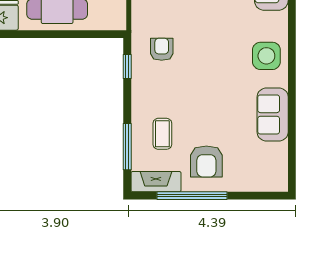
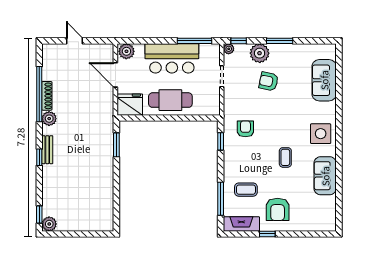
coffee table: (217, 89) -> (285, 157), added
coffee table: (162, 134) -> (246, 190), turned 90
window: (192, 196) -> (267, 234), width x0.32

